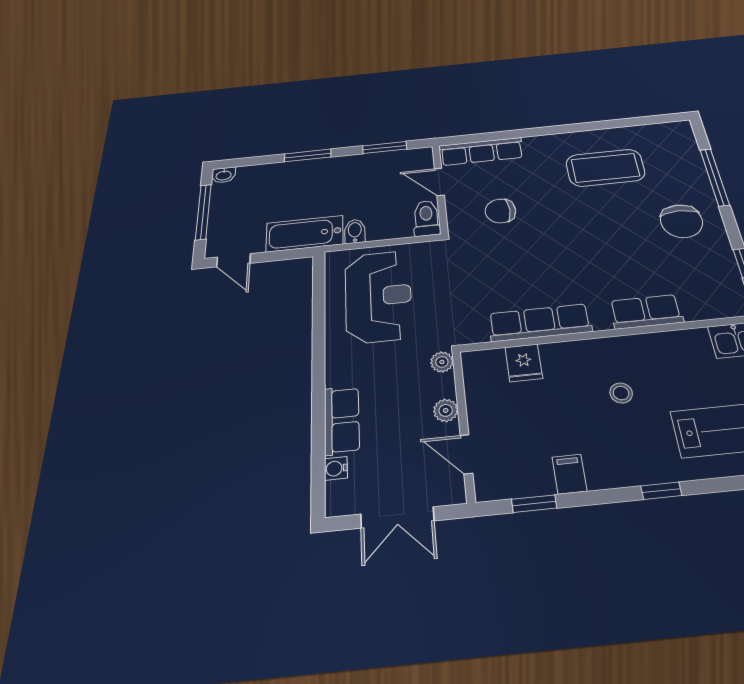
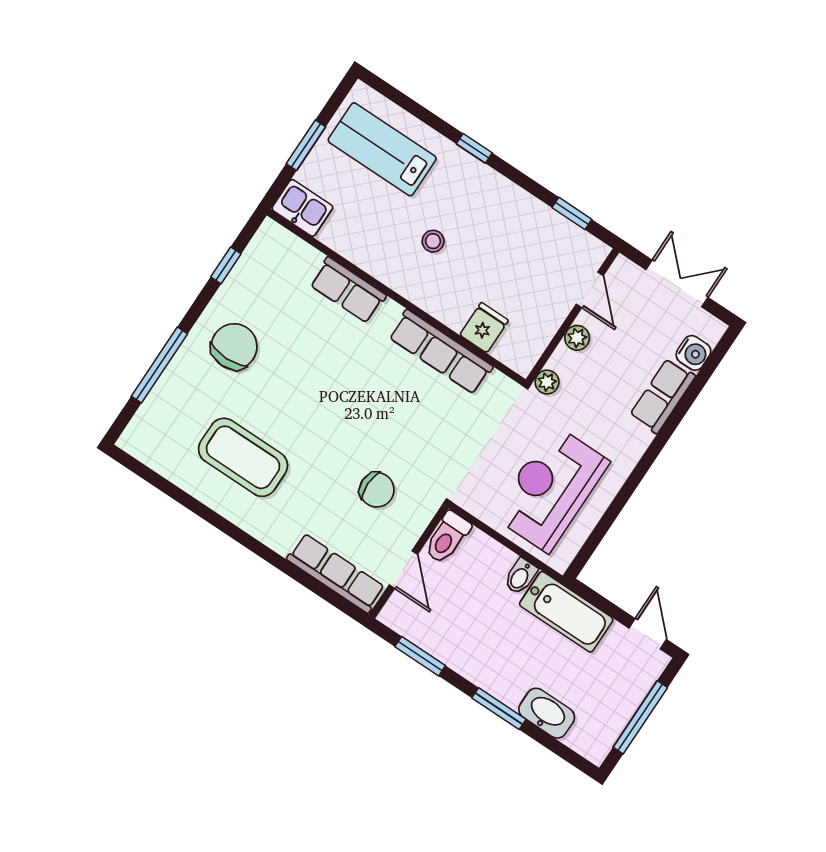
washbasin: (224, 175) -> (547, 713), moved, width x1.91, depth x1.45
water cooler: (336, 468) -> (693, 353), width x1.38, depth x1.38
filing cabinet: (569, 474) -> (528, 213), removed

